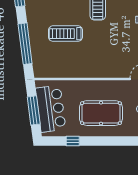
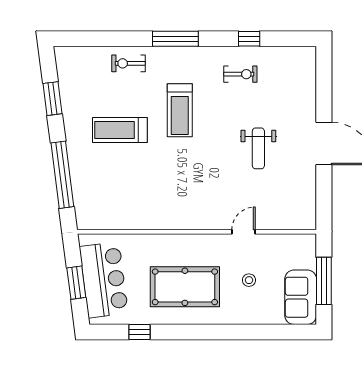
treadmill: (65, 34) -> (120, 130), moved
window: (34, 110) -> (76, 283), width x0.69

